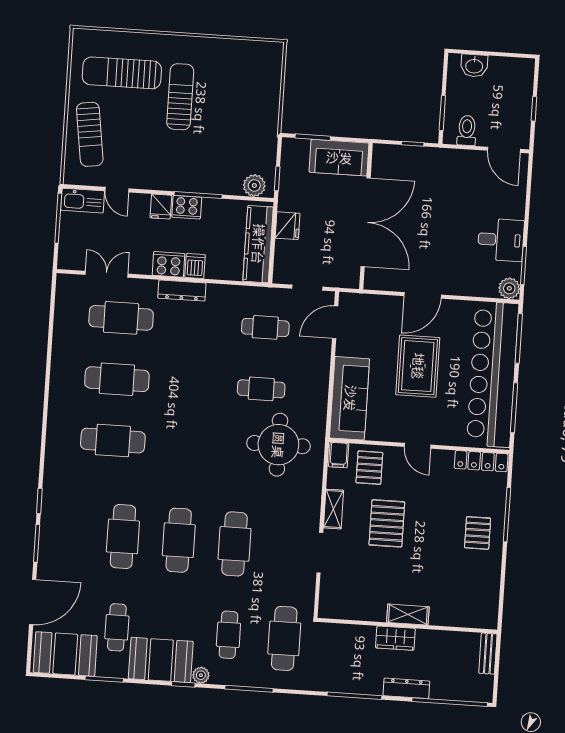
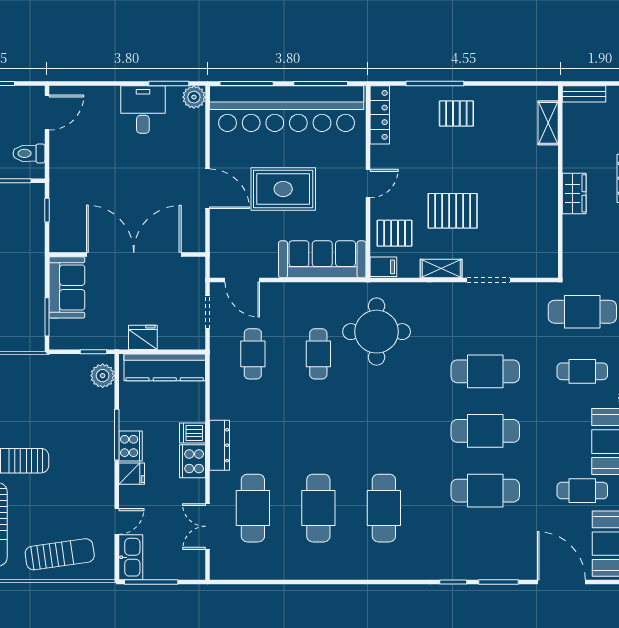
shelving: (408, 615) -> (548, 123), moved

